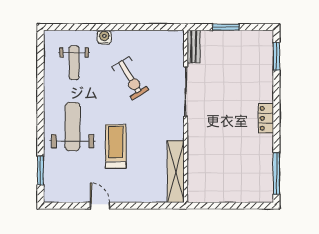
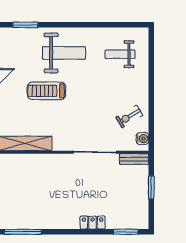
water cooler: (104, 37) -> (143, 139), moved
exercise bike: (131, 78) -> (129, 116), moved, width x0.73, depth x0.72
locker: (266, 118) -> (93, 223), moved
treadmill: (116, 146) -> (47, 91), turned 180

